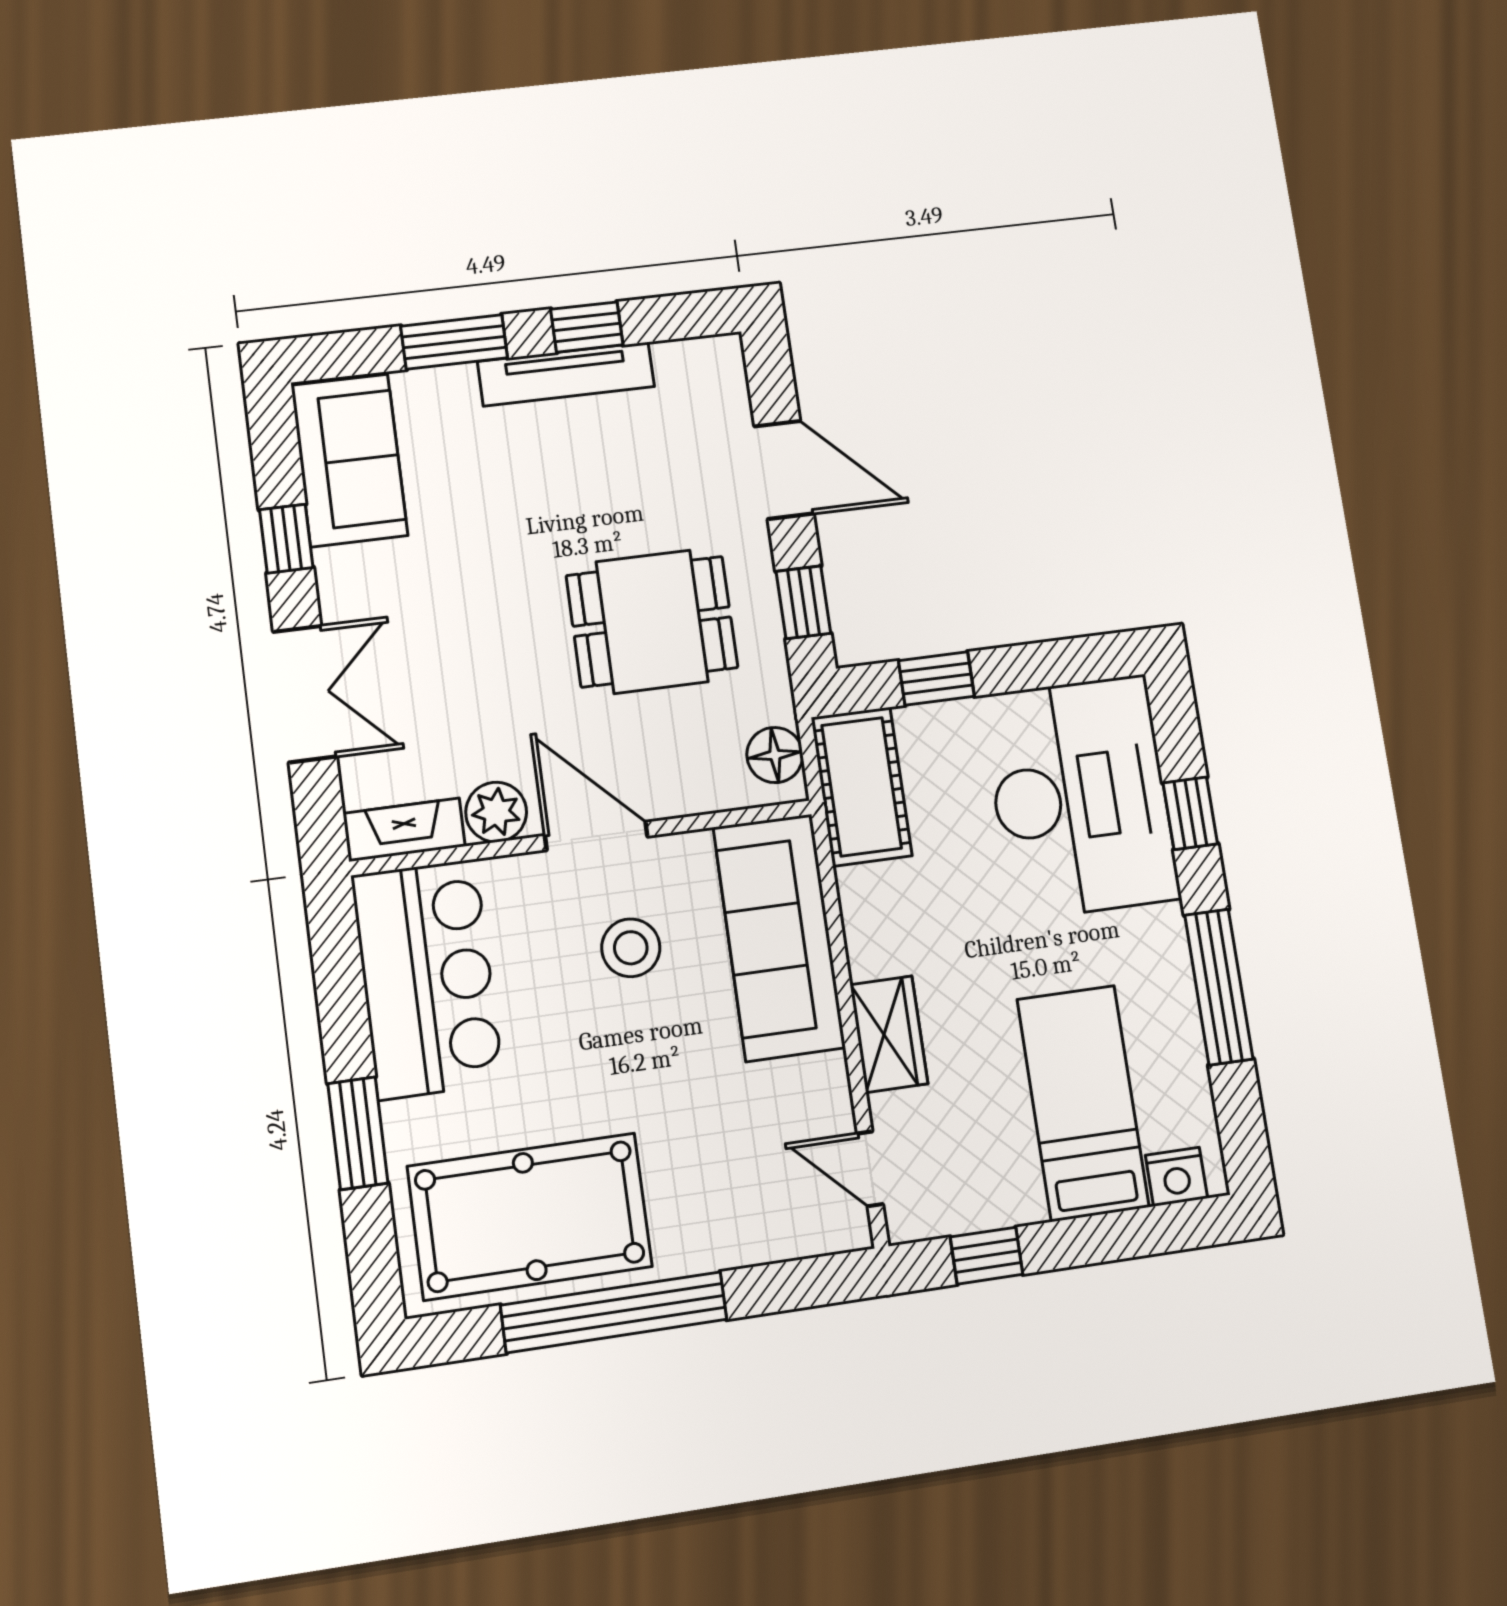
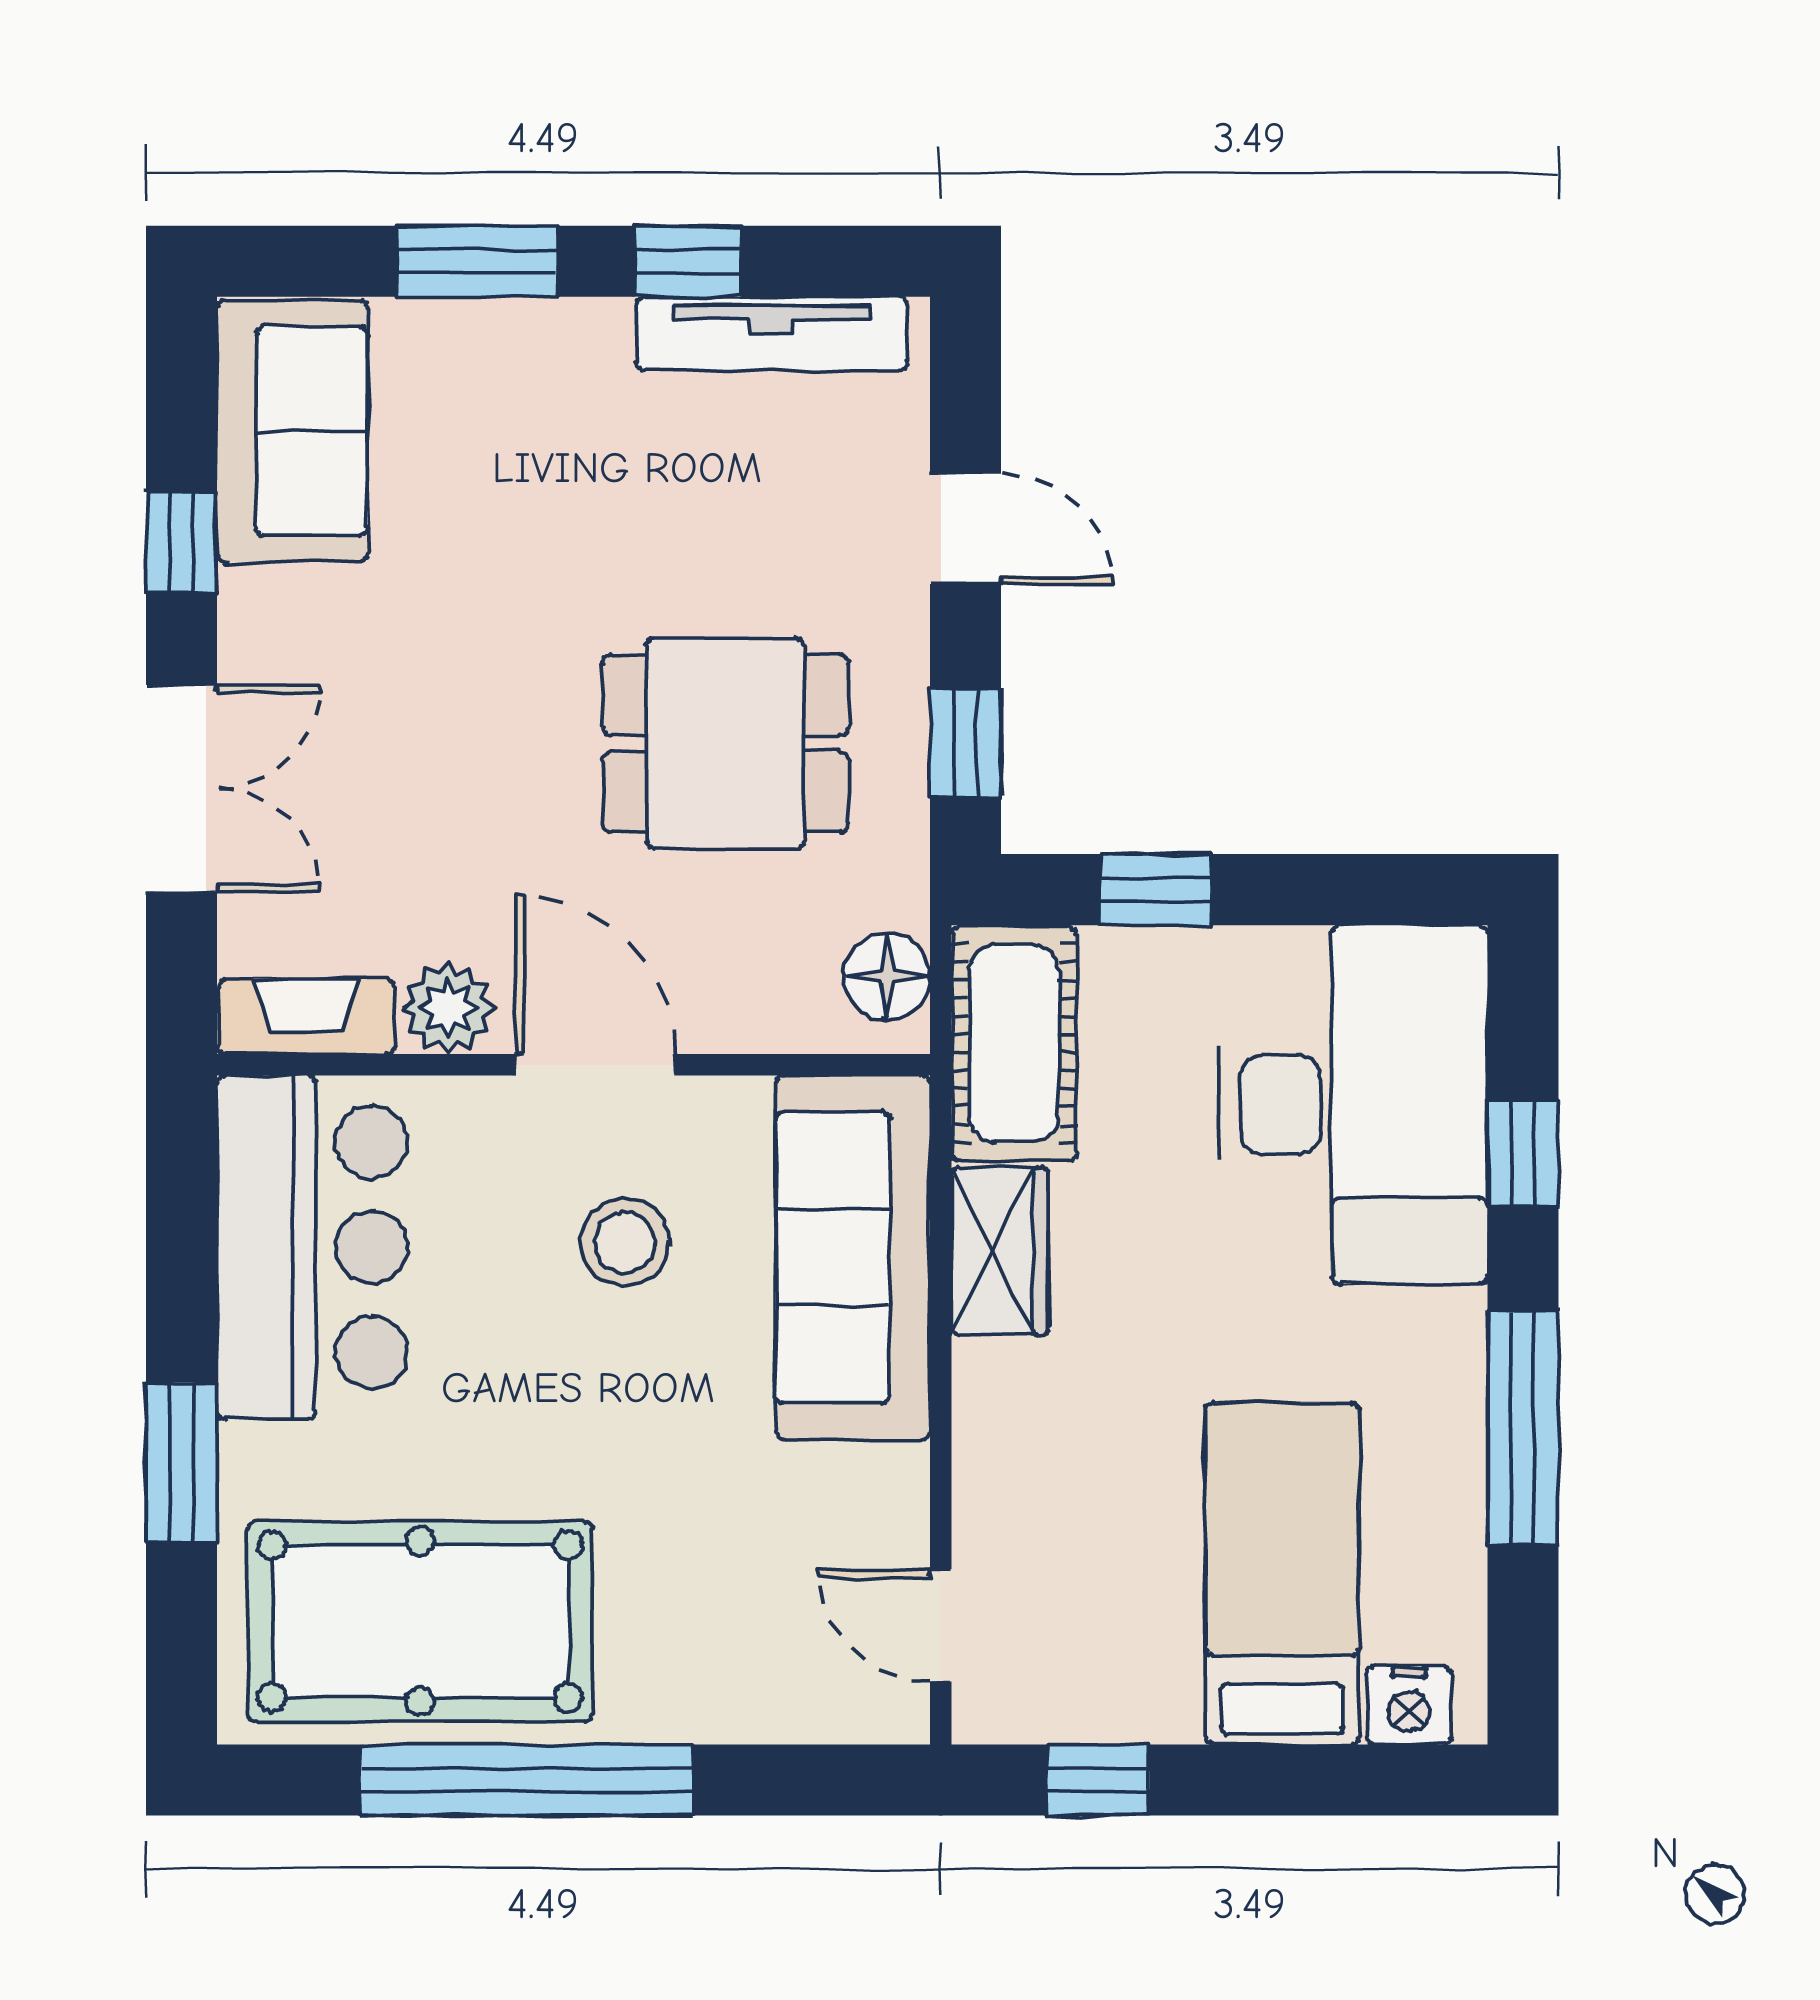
tv unit: (566, 374) -> (772, 333), moved
door: (784, 470) -> (966, 528), width x0.73
wardrobe: (889, 1034) -> (1000, 1251), moved

